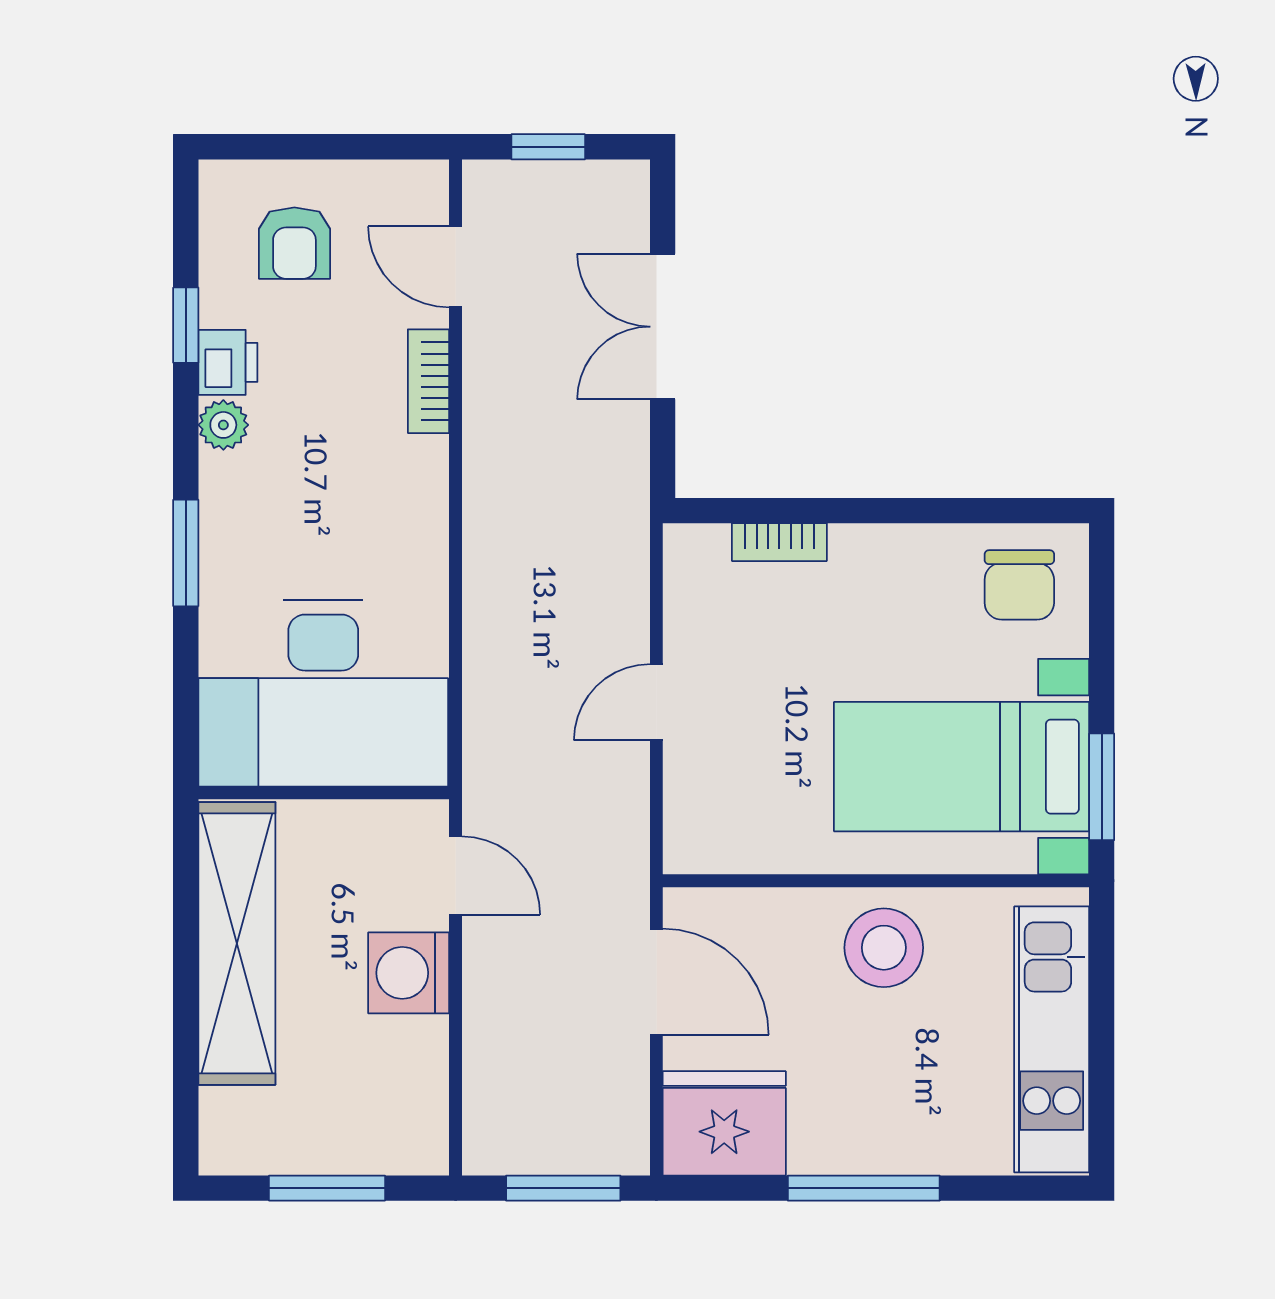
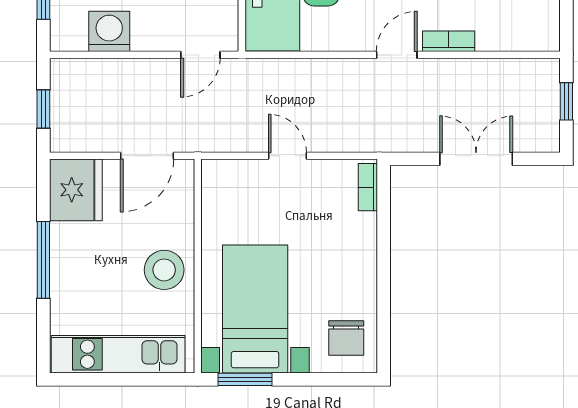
door: (456, 267) -> (397, 55), moved
bookcase: (779, 542) -> (368, 187), moved
chair: (1019, 585) -> (346, 338), turned -90
washing machine: (409, 973) -> (109, 31), moved
window: (563, 1188) -> (43, 109), width x0.67

